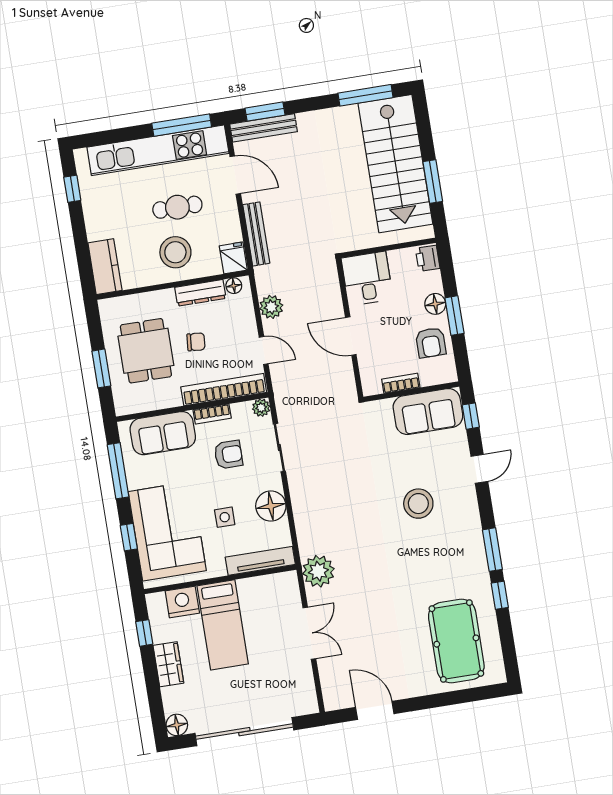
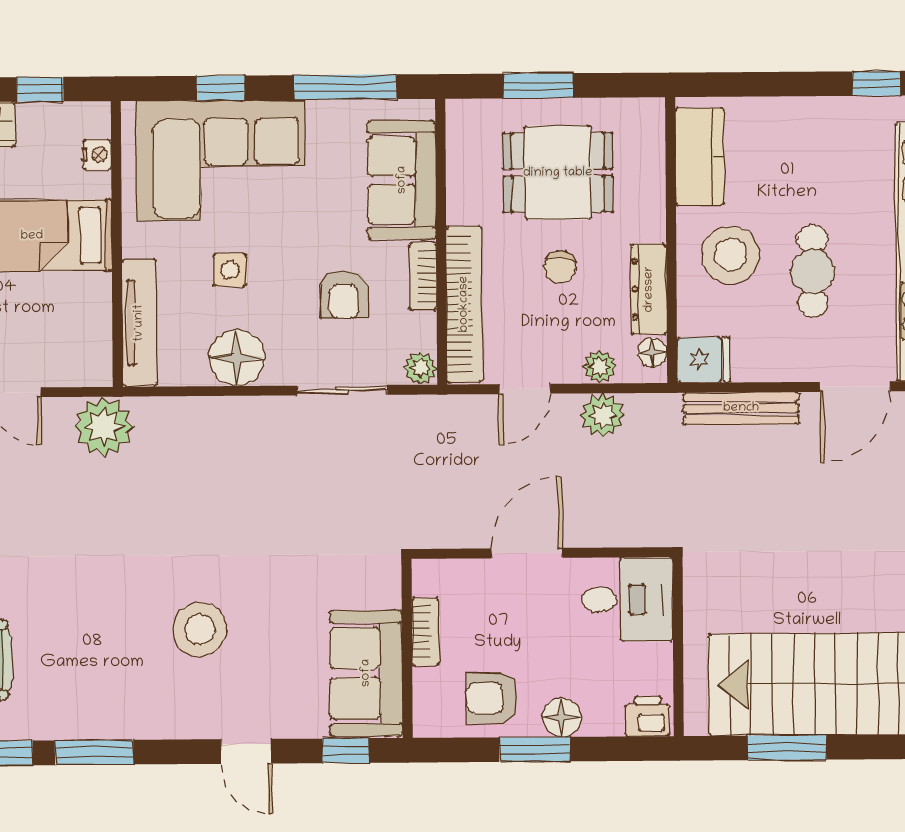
kitchen counter: (105, 267) -> (700, 157), moved, turned -90
plant: (246, 312) -> (600, 367), added
nightstand: (182, 602) -> (97, 155), width x0.53, depth x0.56

